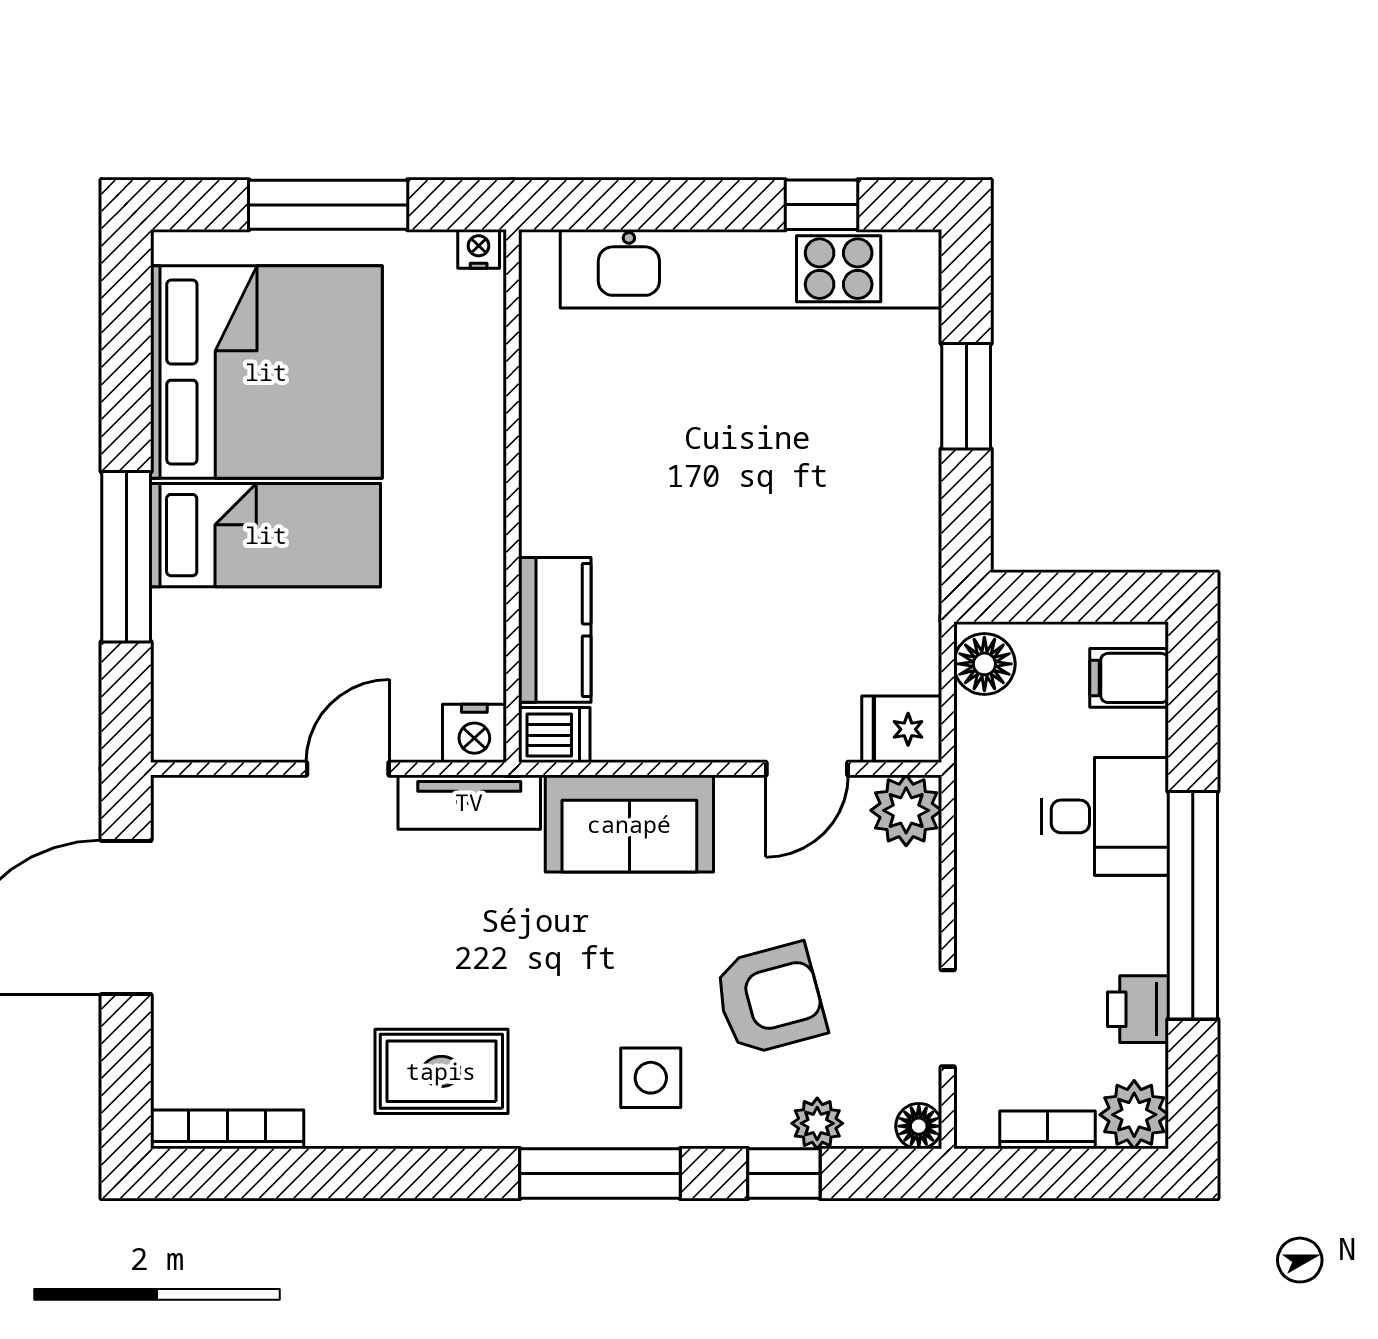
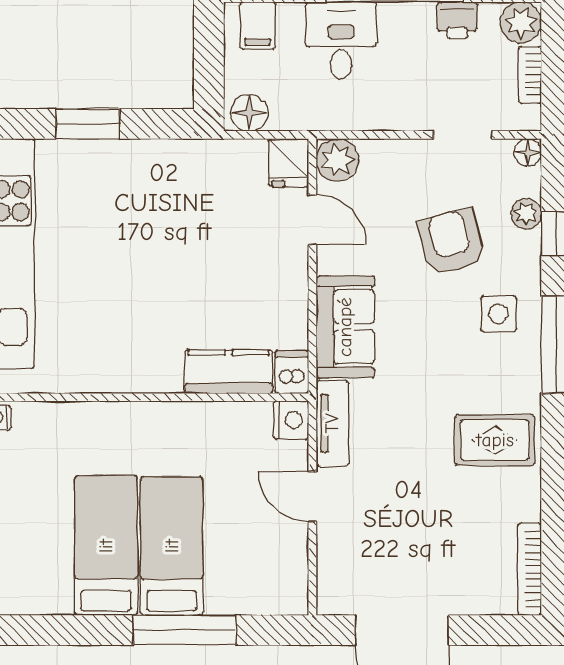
bed: (266, 372) -> (106, 546), width x0.49
rug: (441, 1071) -> (495, 440), turned 90

